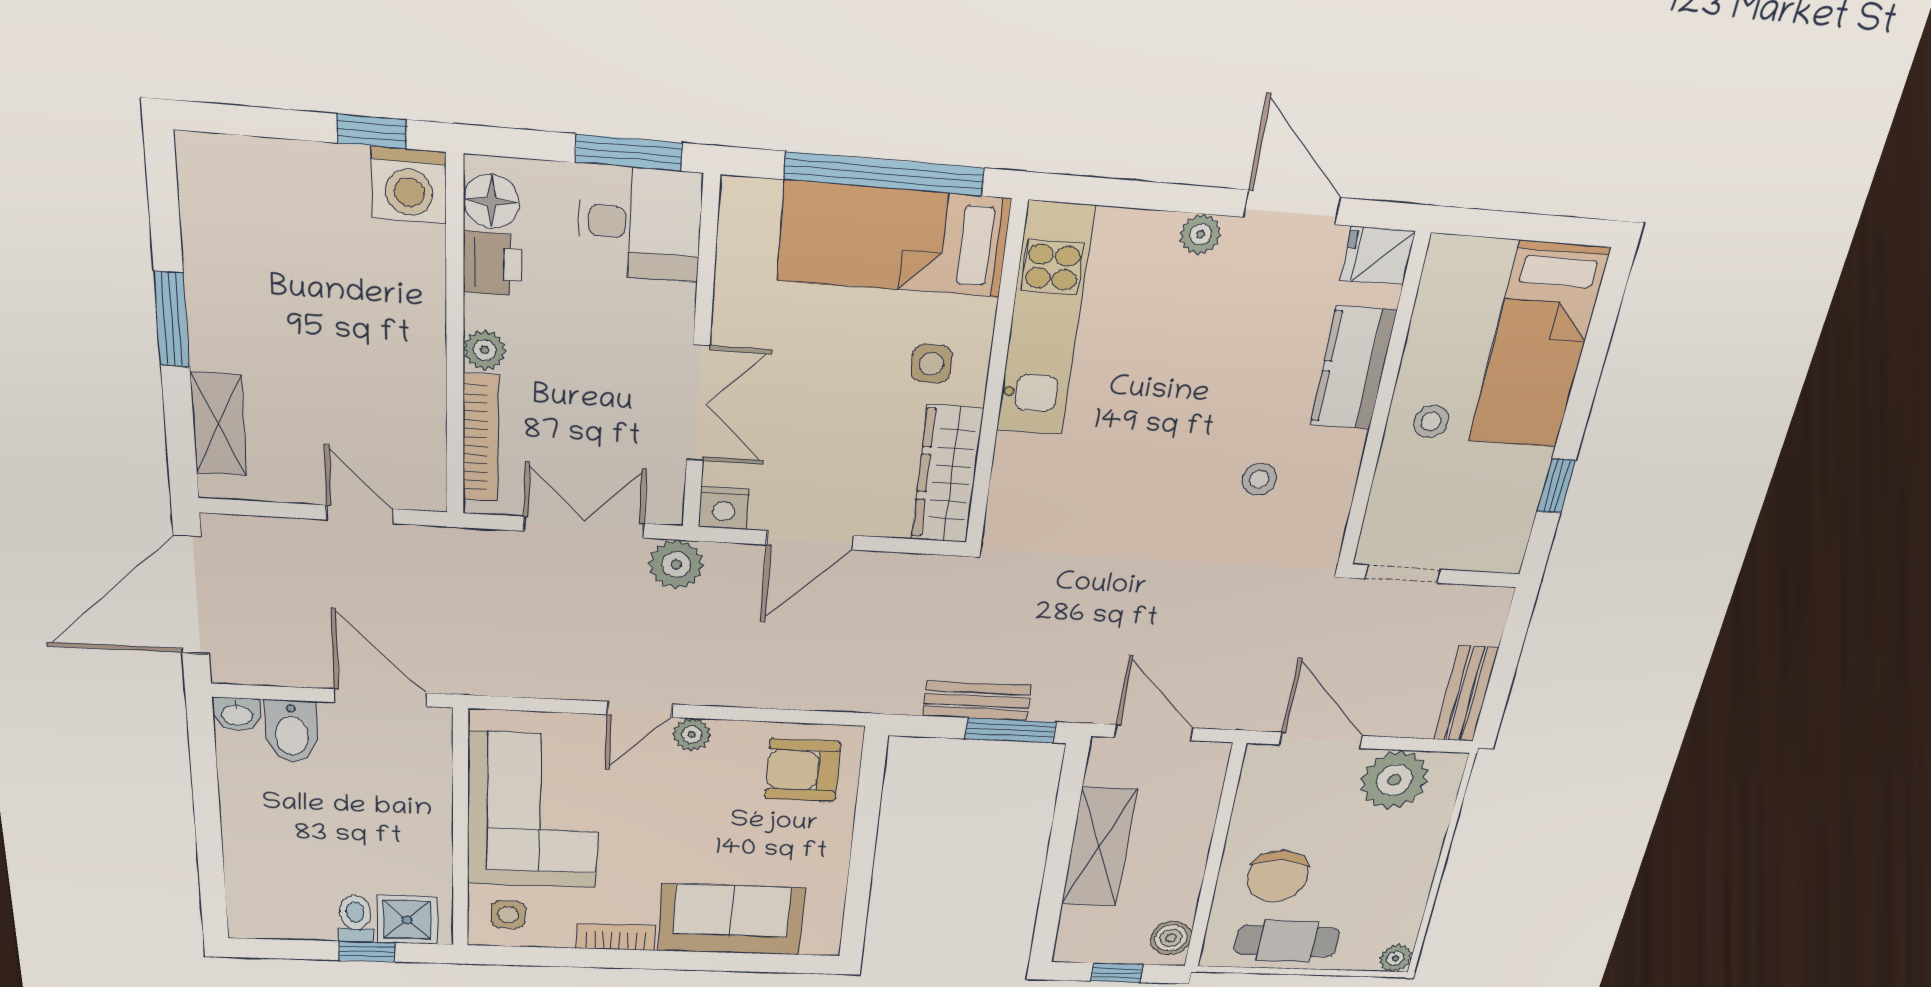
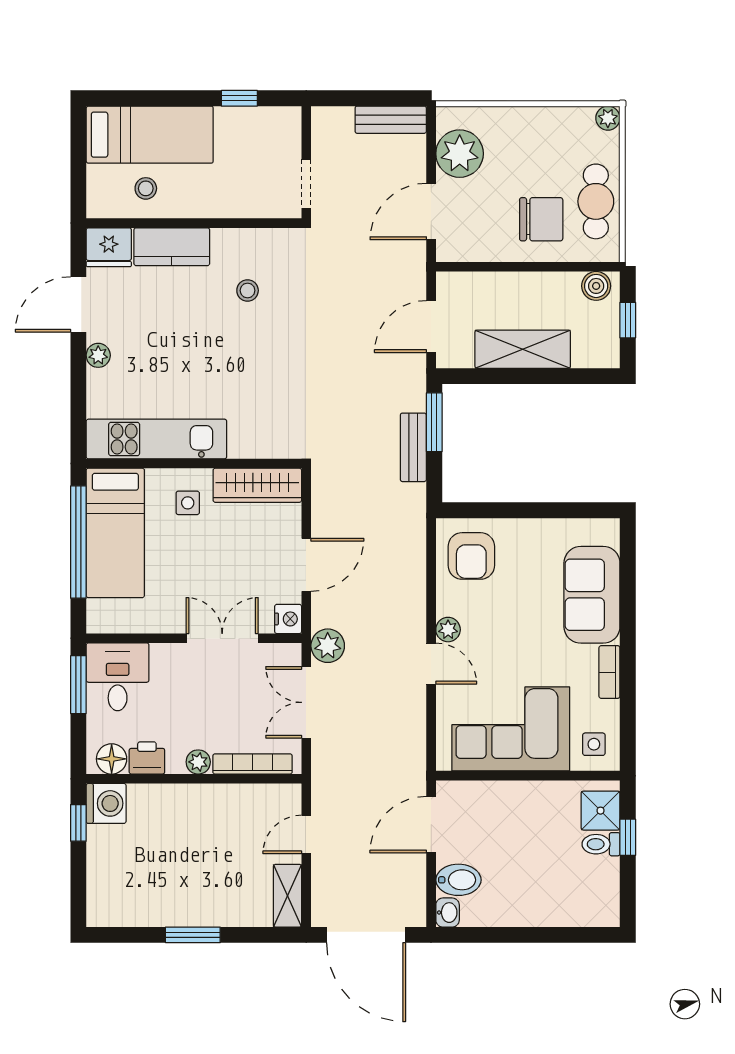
fridge: (1378, 256) -> (109, 247), width x1.38
stool: (1431, 422) -> (146, 188), moved
shelving: (218, 424) -> (287, 896), moved, turned 90
door: (810, 540) -> (306, 565), hinge flipped

